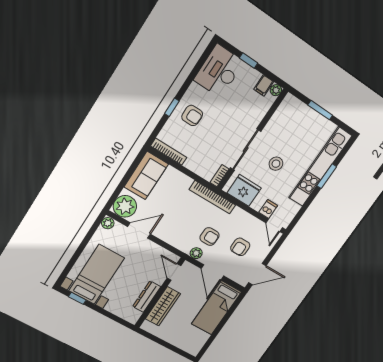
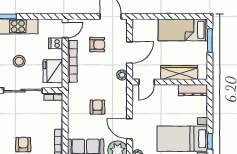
bookcase: (212, 197) -> (72, 61), moved
armchair: (210, 237) -> (97, 107), moved
dresser: (147, 297) -> (193, 90), moved
bed: (216, 308) -> (183, 30), moved, turned 180
window: (174, 349) -> (210, 41), added

